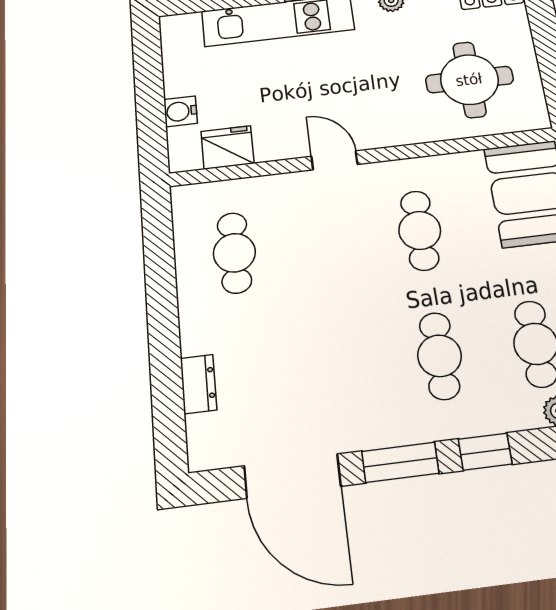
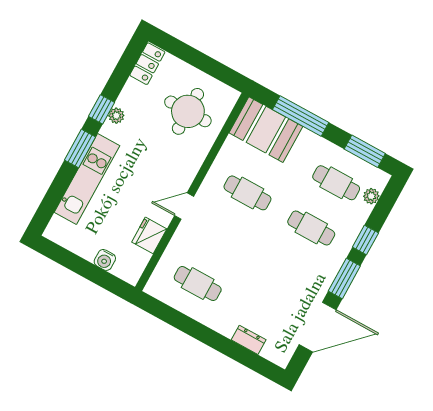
fridge: (227, 147) -> (149, 235), moved

